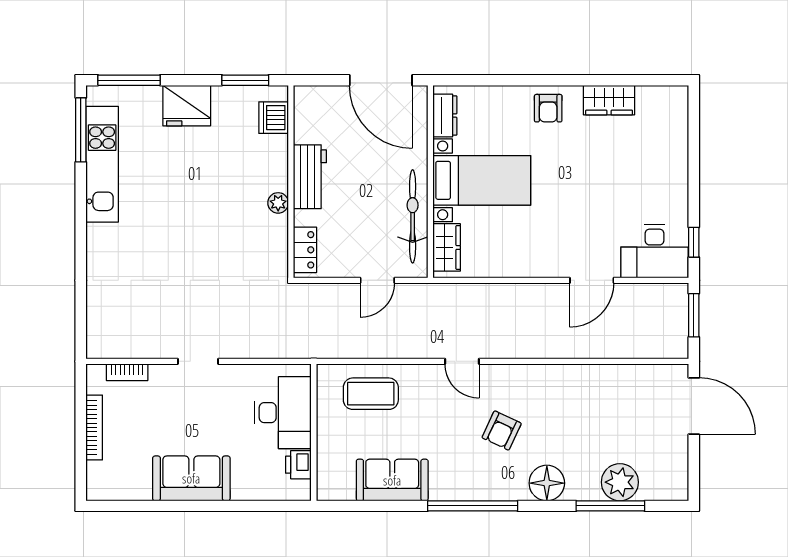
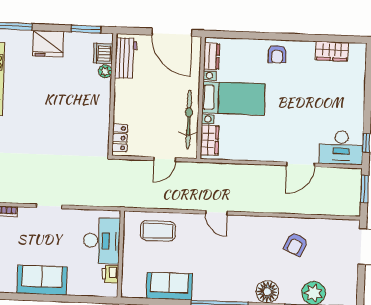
wardrobe: (609, 100) -> (332, 51), moved
workbench: (310, 177) -> (126, 58), moved
plant: (278, 203) -> (105, 71), moved
armchair: (502, 430) -> (296, 244), moved

